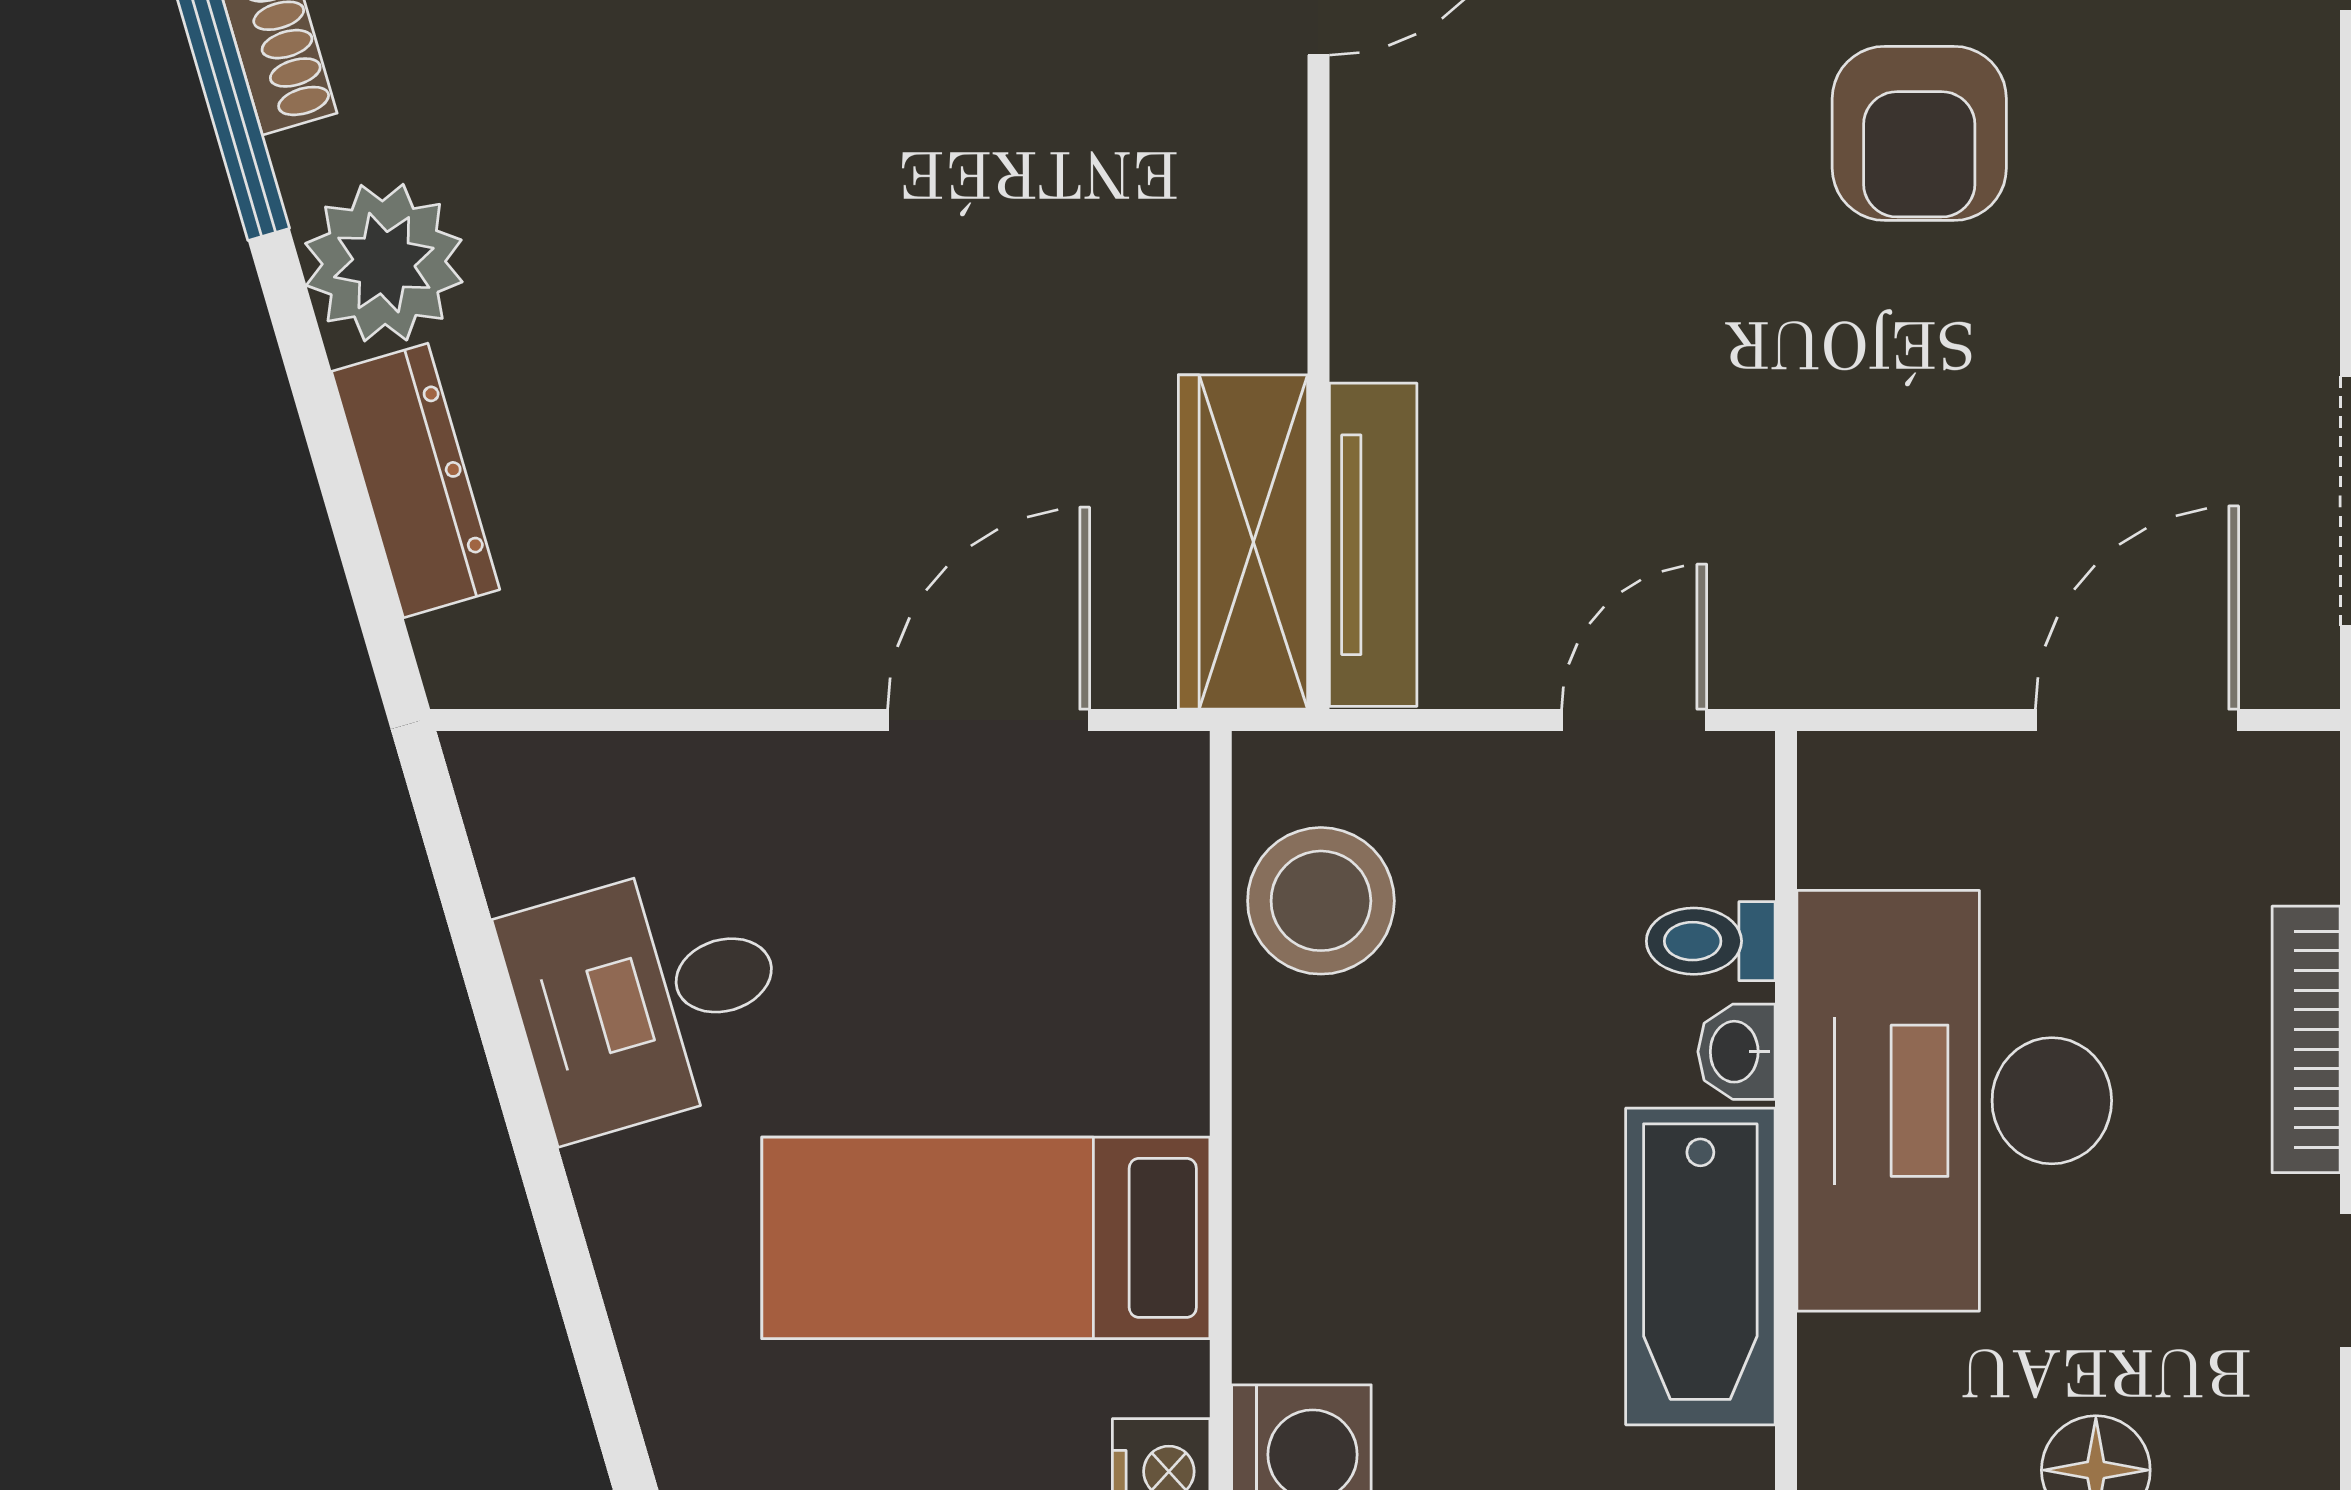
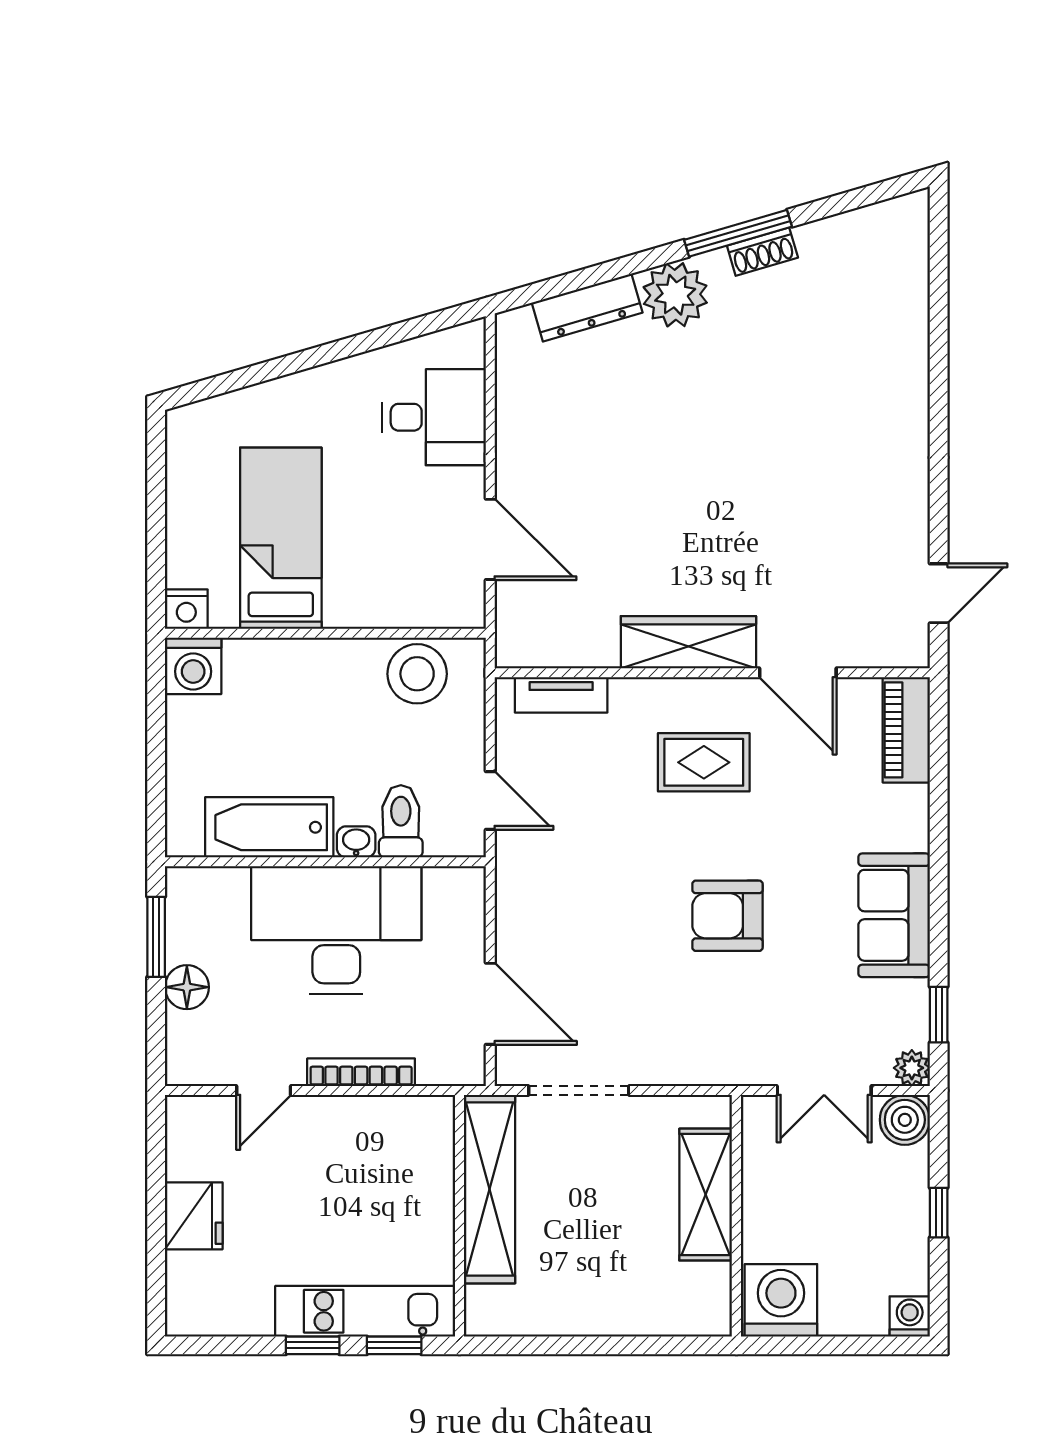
rug: (1540, 192) -> (704, 762), added
wardrobe: (1243, 542) -> (688, 642), moved
tv unit: (1373, 545) -> (561, 695), width x0.71
toilet: (1711, 941) -> (401, 821), width x1.37, depth x1.39
desk: (648, 998) -> (434, 417), moved, turned 106

